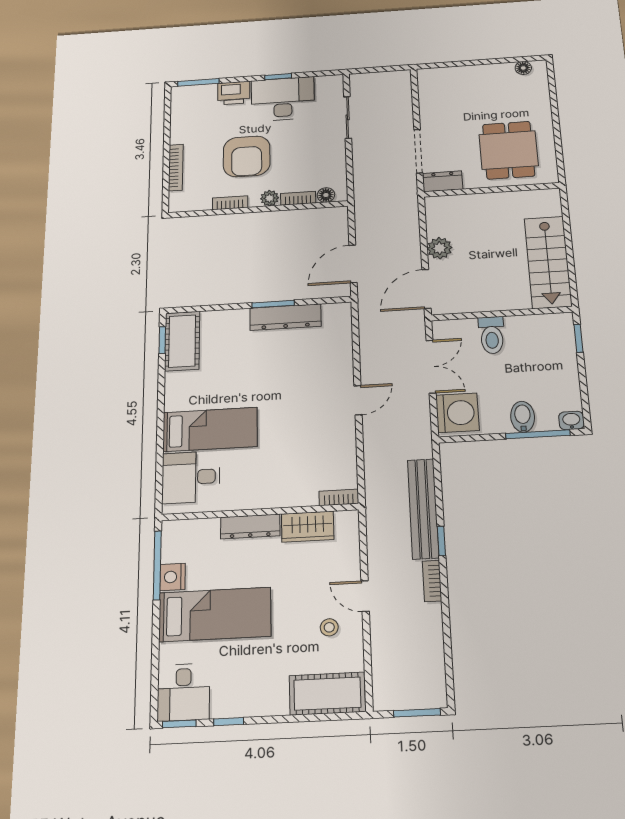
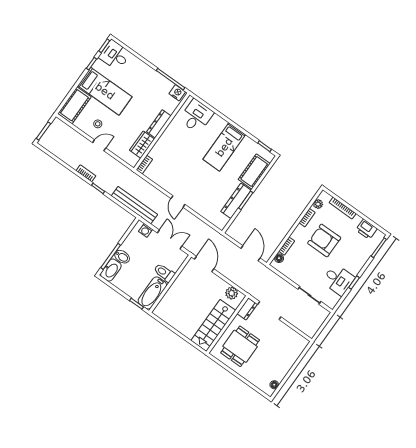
printer: (234, 93) -> (366, 229), moved, turned -90
desk: (283, 99) -> (338, 280), width x0.73
dining table: (509, 150) -> (240, 346), turned 90
plant: (270, 198) -> (318, 204), moved
plant: (440, 248) -> (232, 293), moved
stairs: (548, 262) -> (213, 325), moved, turned -90
door: (353, 264) -> (251, 253), moved
bathtub: (540, 328) -> (152, 293), added
cot: (182, 341) -> (254, 172), moved, turned 90
double door: (431, 367) -> (170, 240), swing flipped
washing machine: (457, 413) -> (146, 230), width x0.53, depth x0.53
washbasin: (571, 420) -> (111, 270), width x1.91, depth x1.45
bed: (210, 429) -> (224, 147), moved
bench: (423, 509) -> (134, 205), moved
nightstand: (172, 577) -> (177, 93), moved
bed: (215, 614) -> (105, 91), moved, turned -90

